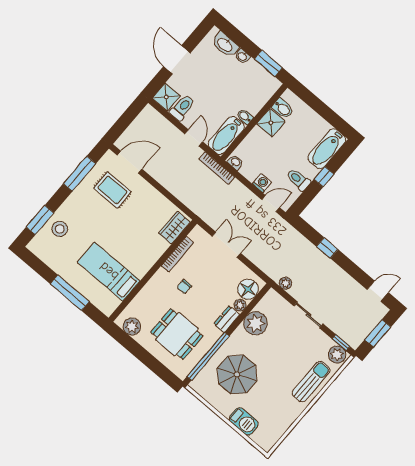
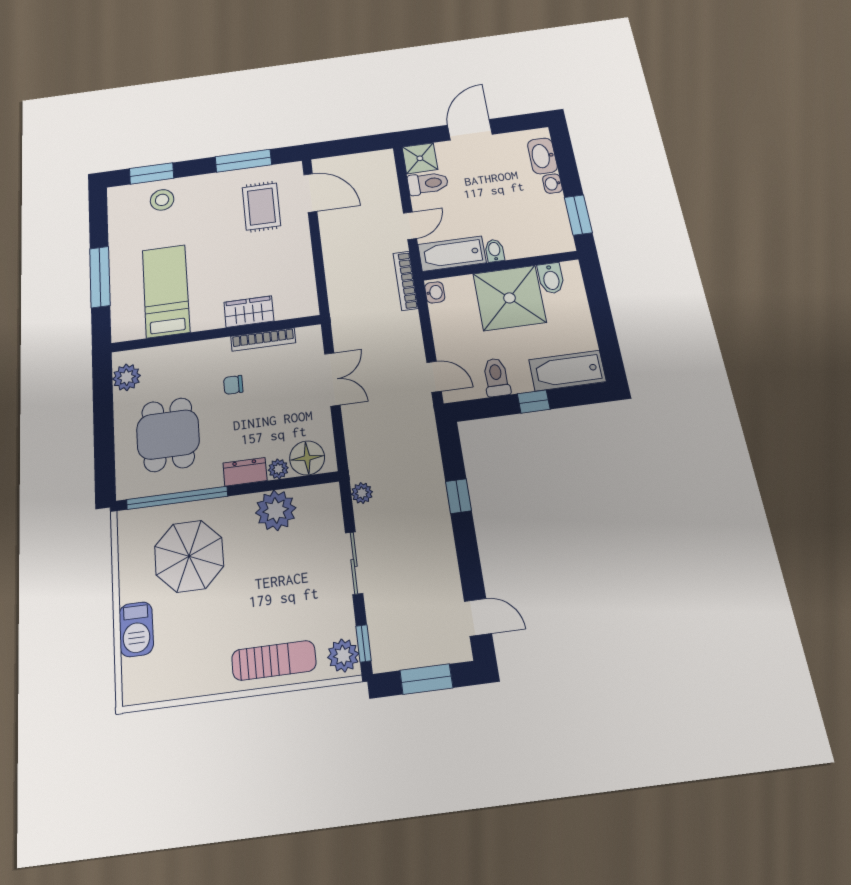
shower: (271, 123) -> (509, 298), width x1.86, depth x1.86
washing machine: (262, 183) -> (446, 343), removed
wardrobe: (174, 228) -> (249, 312), moved

